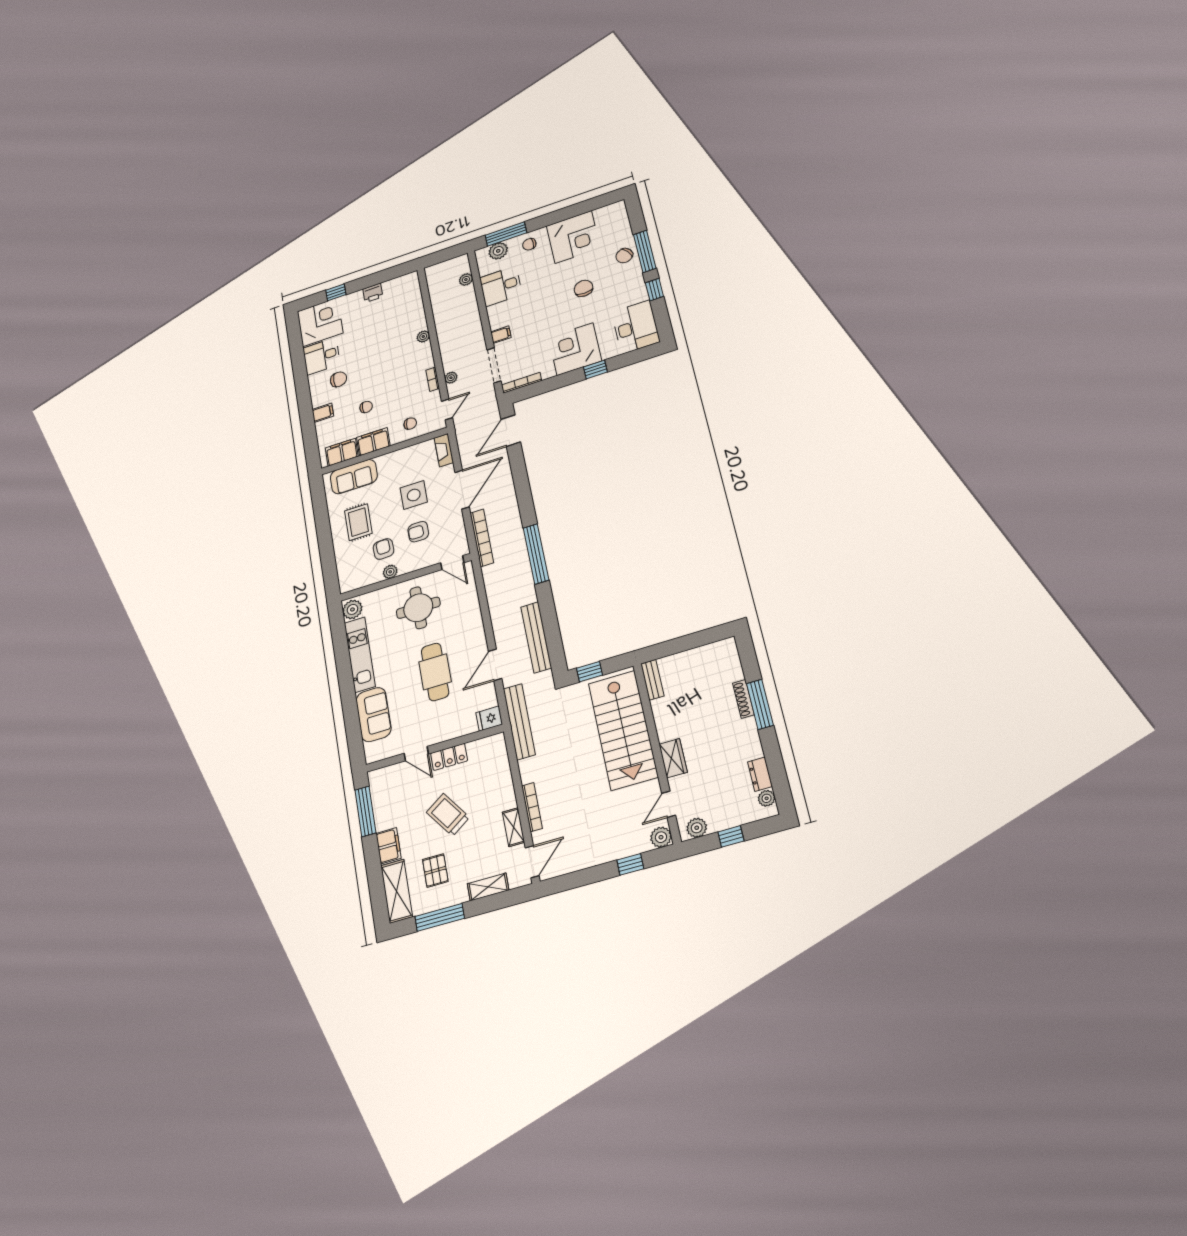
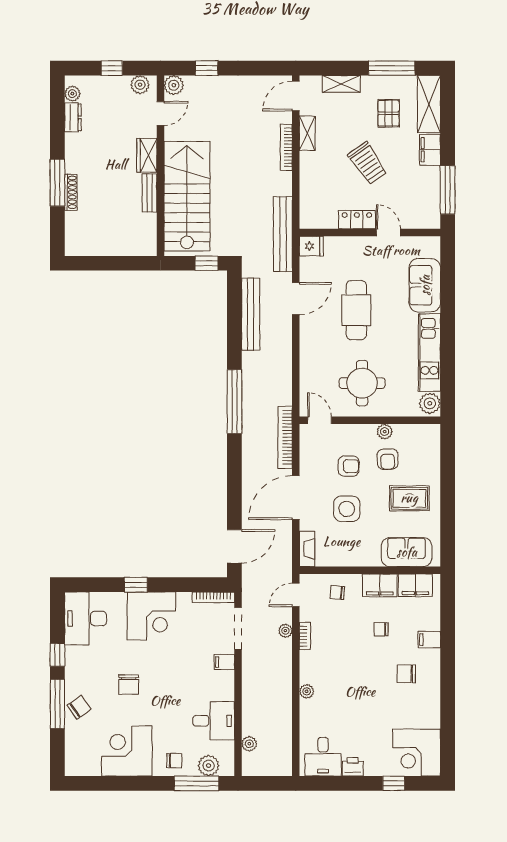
desk: (322, 356) -> (323, 757), moved, turned 90
rug: (358, 522) -> (409, 498), turned 90
bench: (652, 680) -> (149, 193), moved

